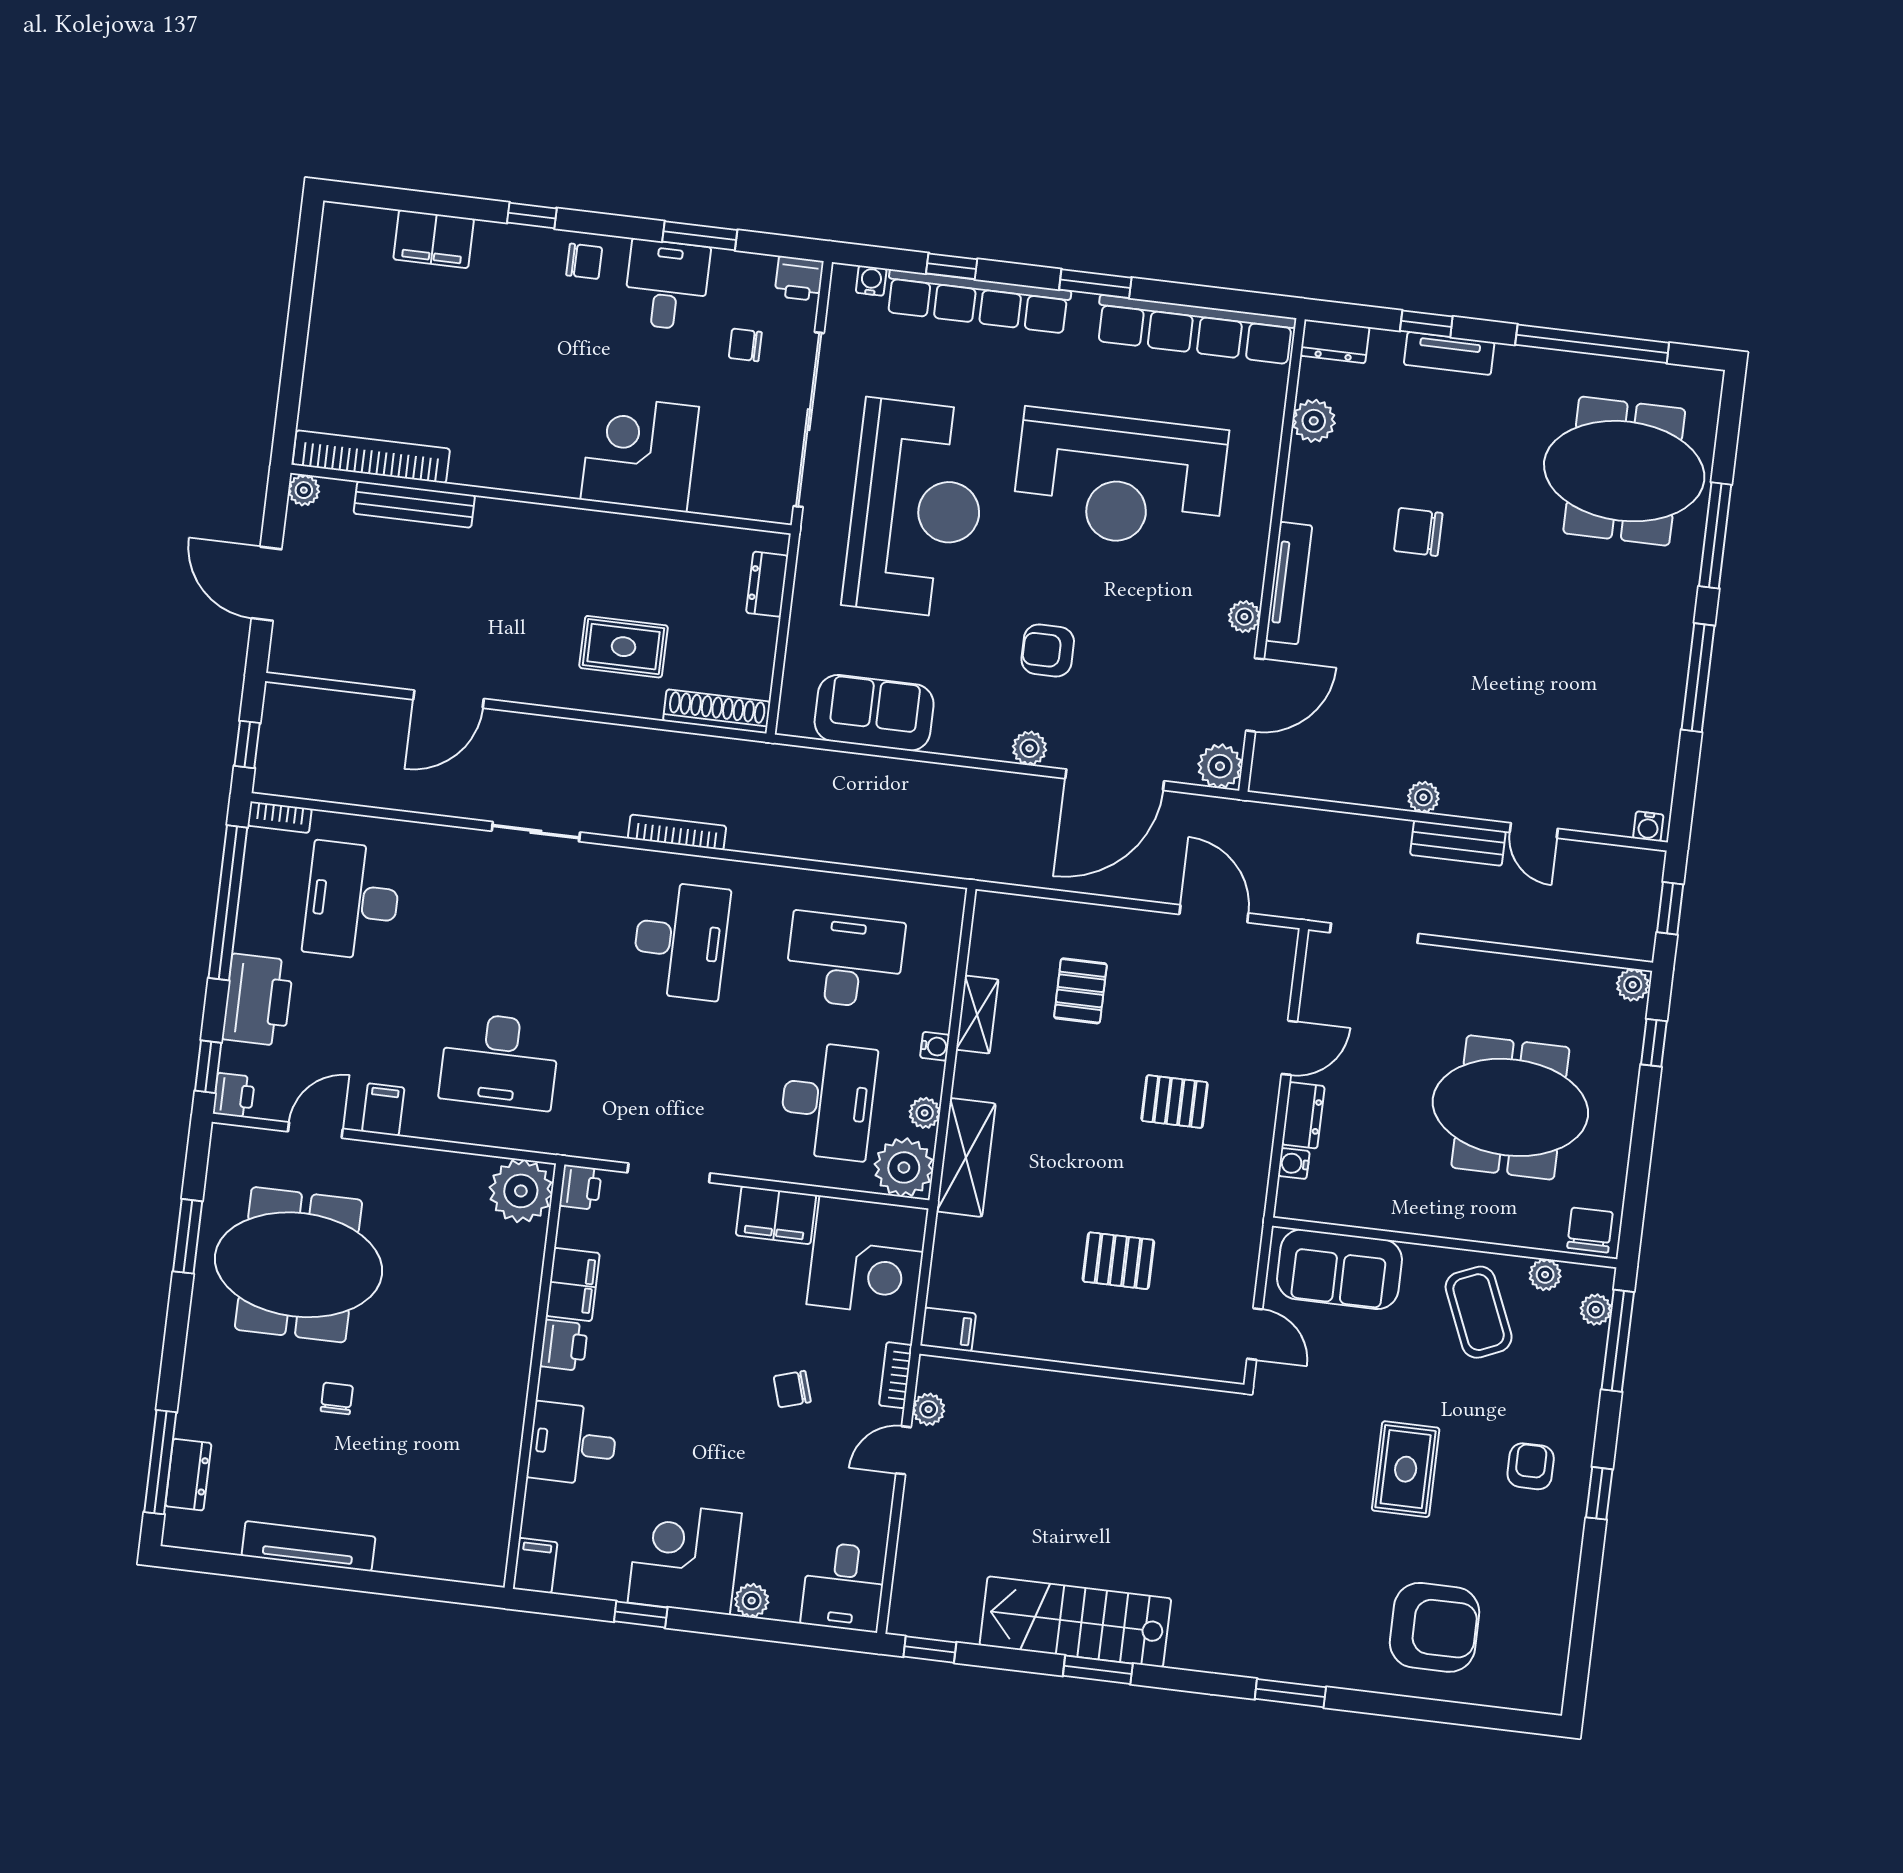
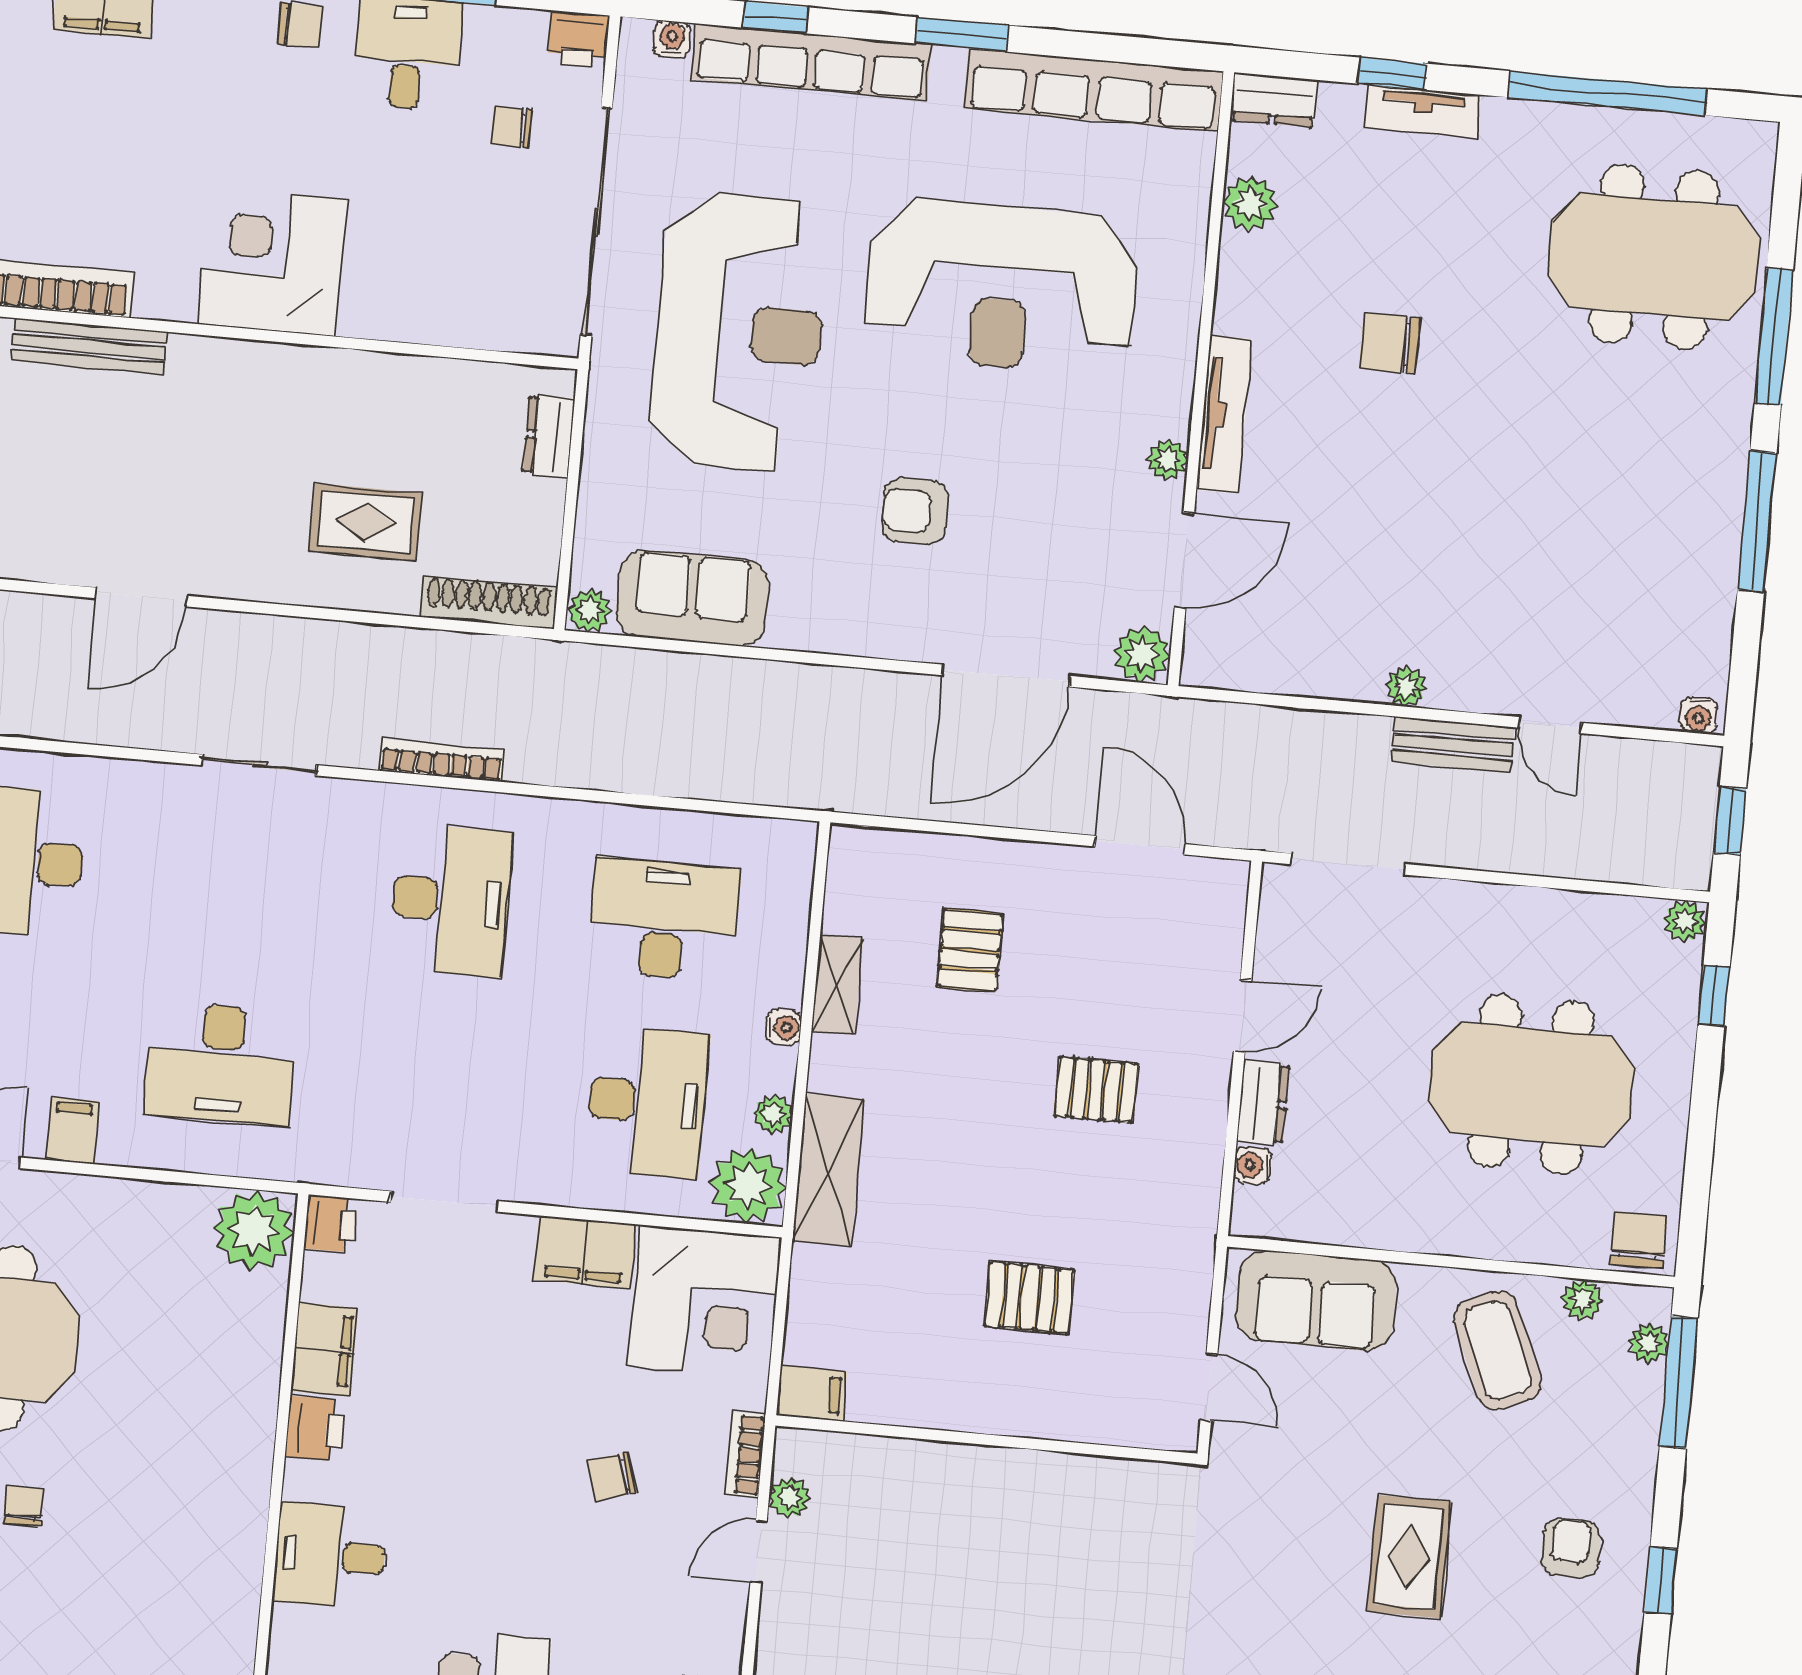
corner desk: (640, 453) -> (272, 262), moved
plant: (1030, 748) -> (589, 610), moved

